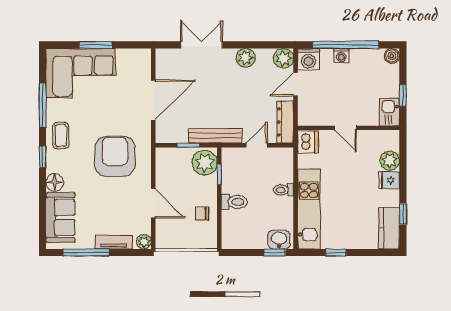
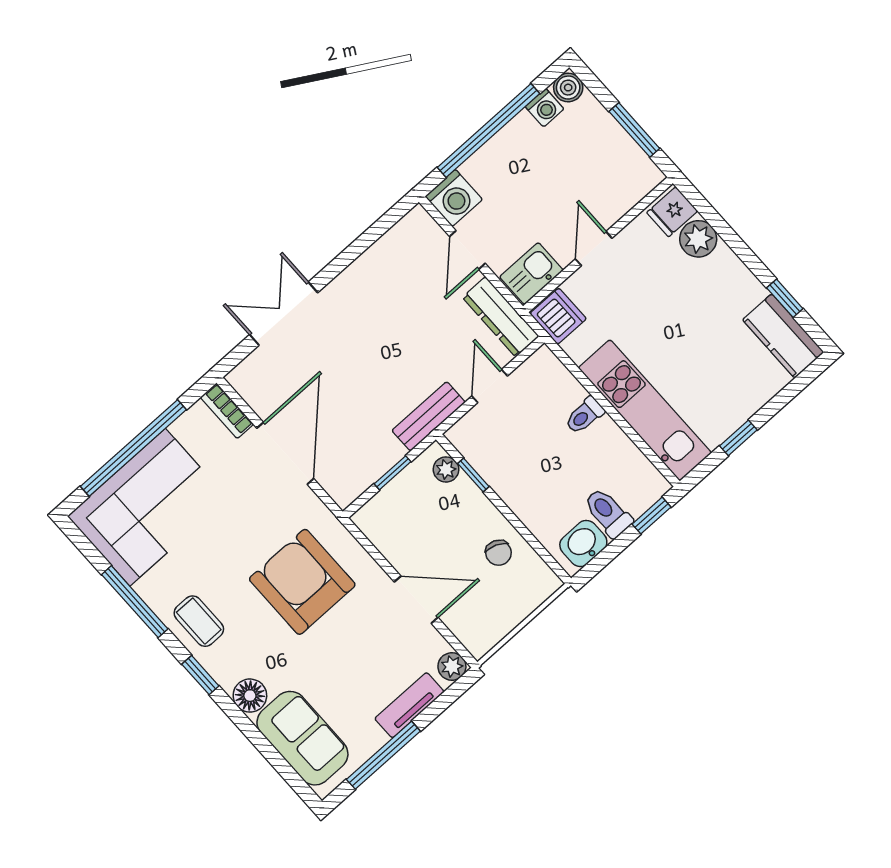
window: (96, 45) -> (133, 448), width x2.11
washing machine: (341, 56) -> (545, 108), moved
plant: (245, 58) -> (363, 276), removed
plant: (284, 58) -> (417, 228), removed
bookcase: (145, 63) -> (227, 411), added
window: (403, 96) -> (634, 130), width x1.50
kitchen sink: (389, 112) -> (531, 274), moved, turned 90
door: (345, 128) -> (594, 249), swing flipped
bench: (215, 136) -> (429, 416), width x0.73
plant: (205, 163) -> (446, 469), width x0.53, depth x0.53
fridge: (389, 180) -> (672, 212), moved
toilet: (234, 202) -> (608, 513), moved, turned -90
chair: (202, 214) -> (498, 553), turned -68
washbasin: (279, 240) -> (583, 543), moved

